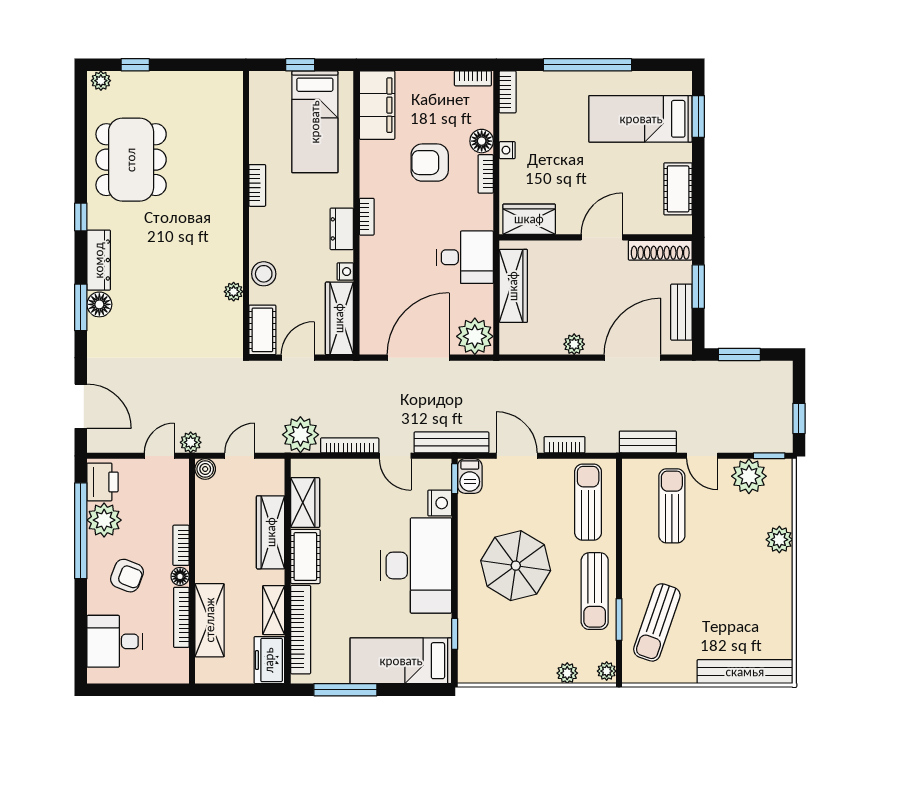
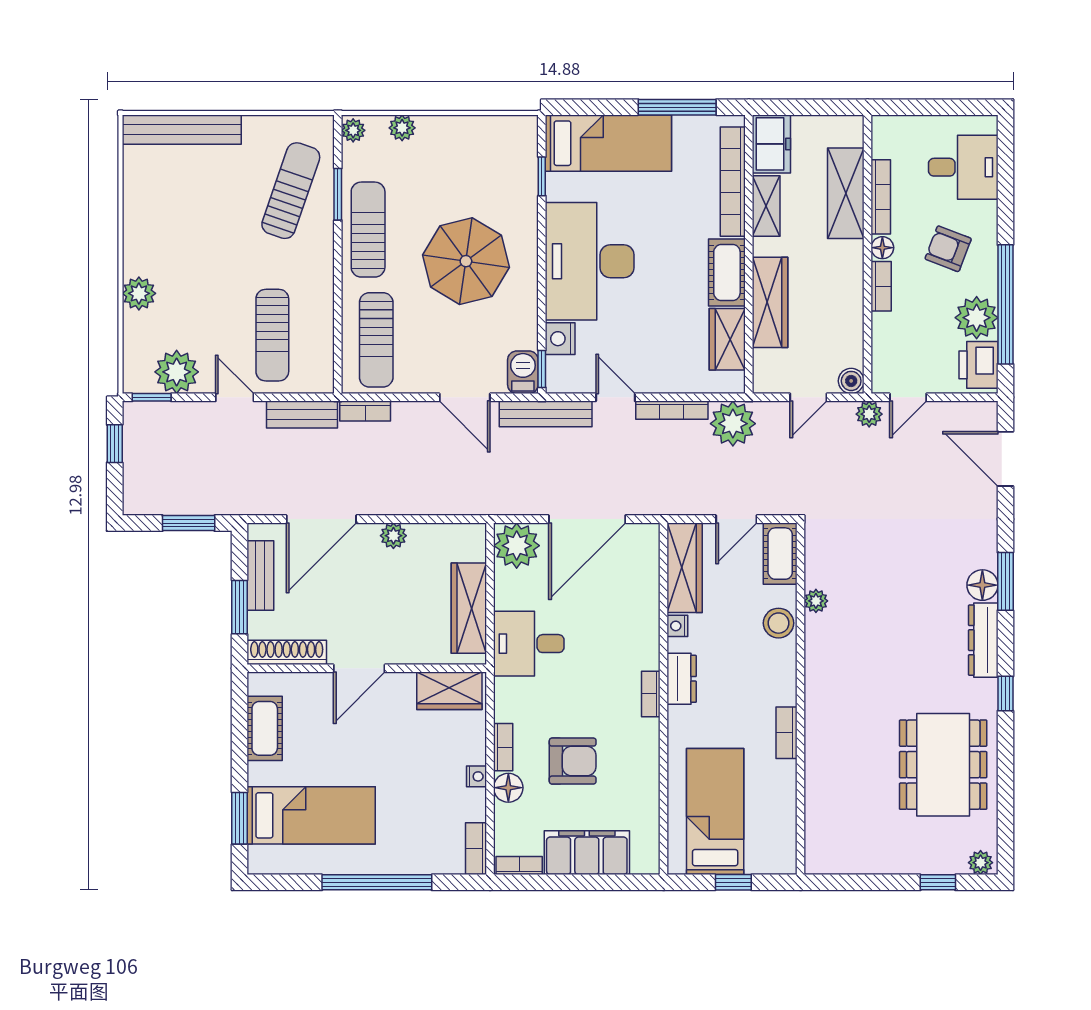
filing cabinet: (377, 105) -> (587, 853), moved, turned 90
bookcase: (565, 445) -> (365, 411), moved

